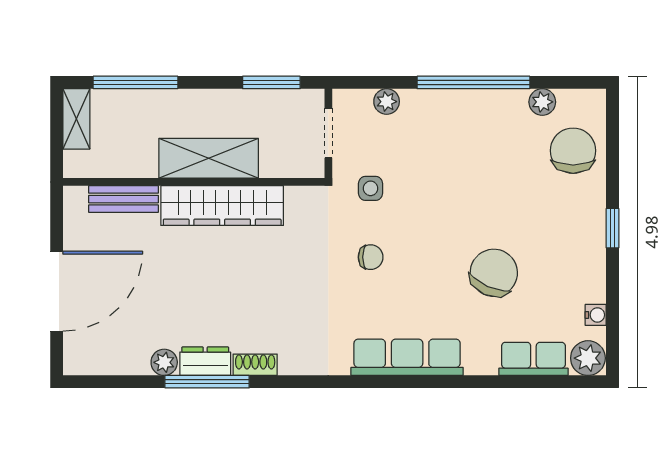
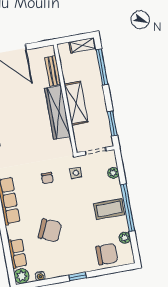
coffee table: (469, 126) -> (109, 209), added

